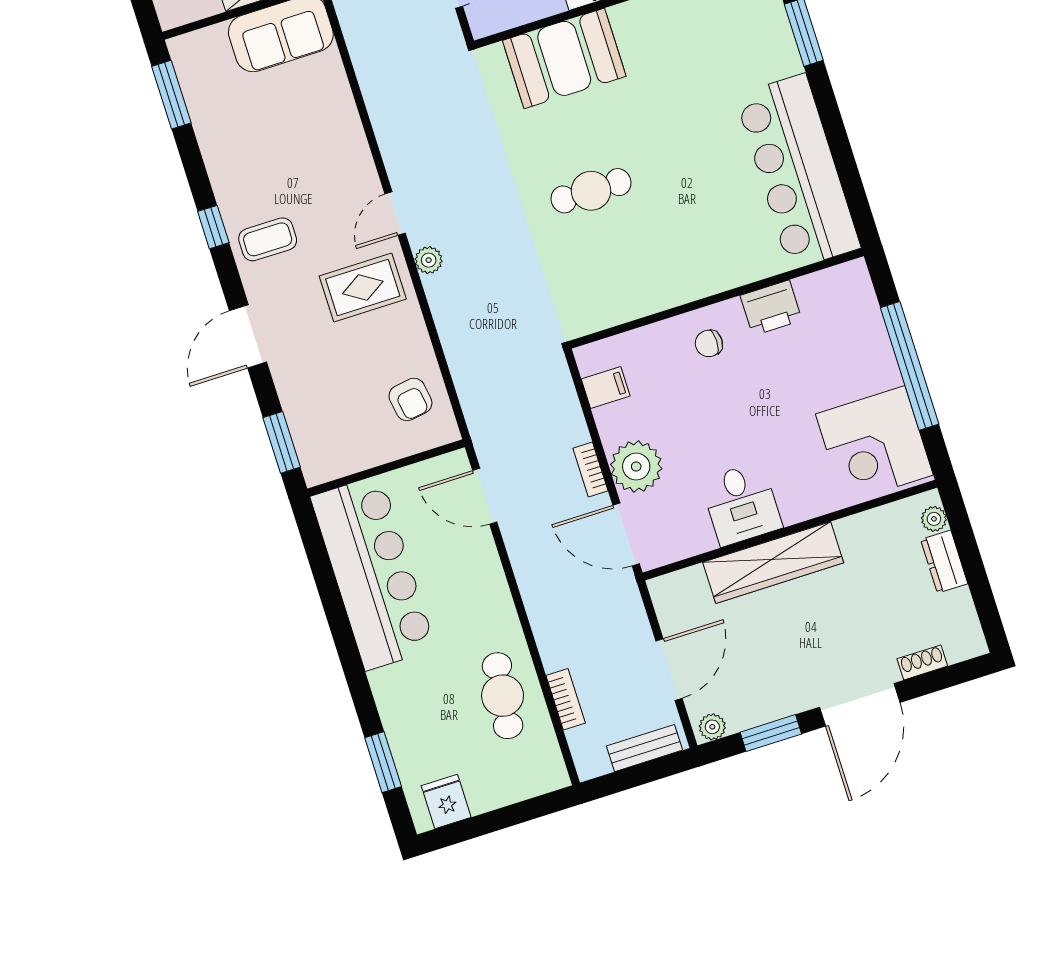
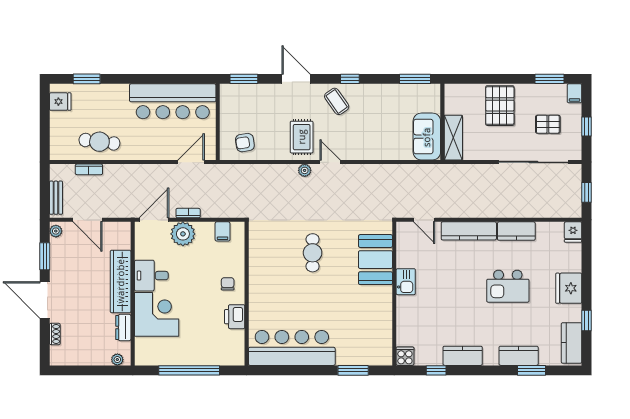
coffee table: (268, 239) -> (337, 101), turned -35
corner desk: (874, 445) -> (157, 314), moved, turned 90
dresser: (944, 562) -> (123, 327), moved, turned -90

